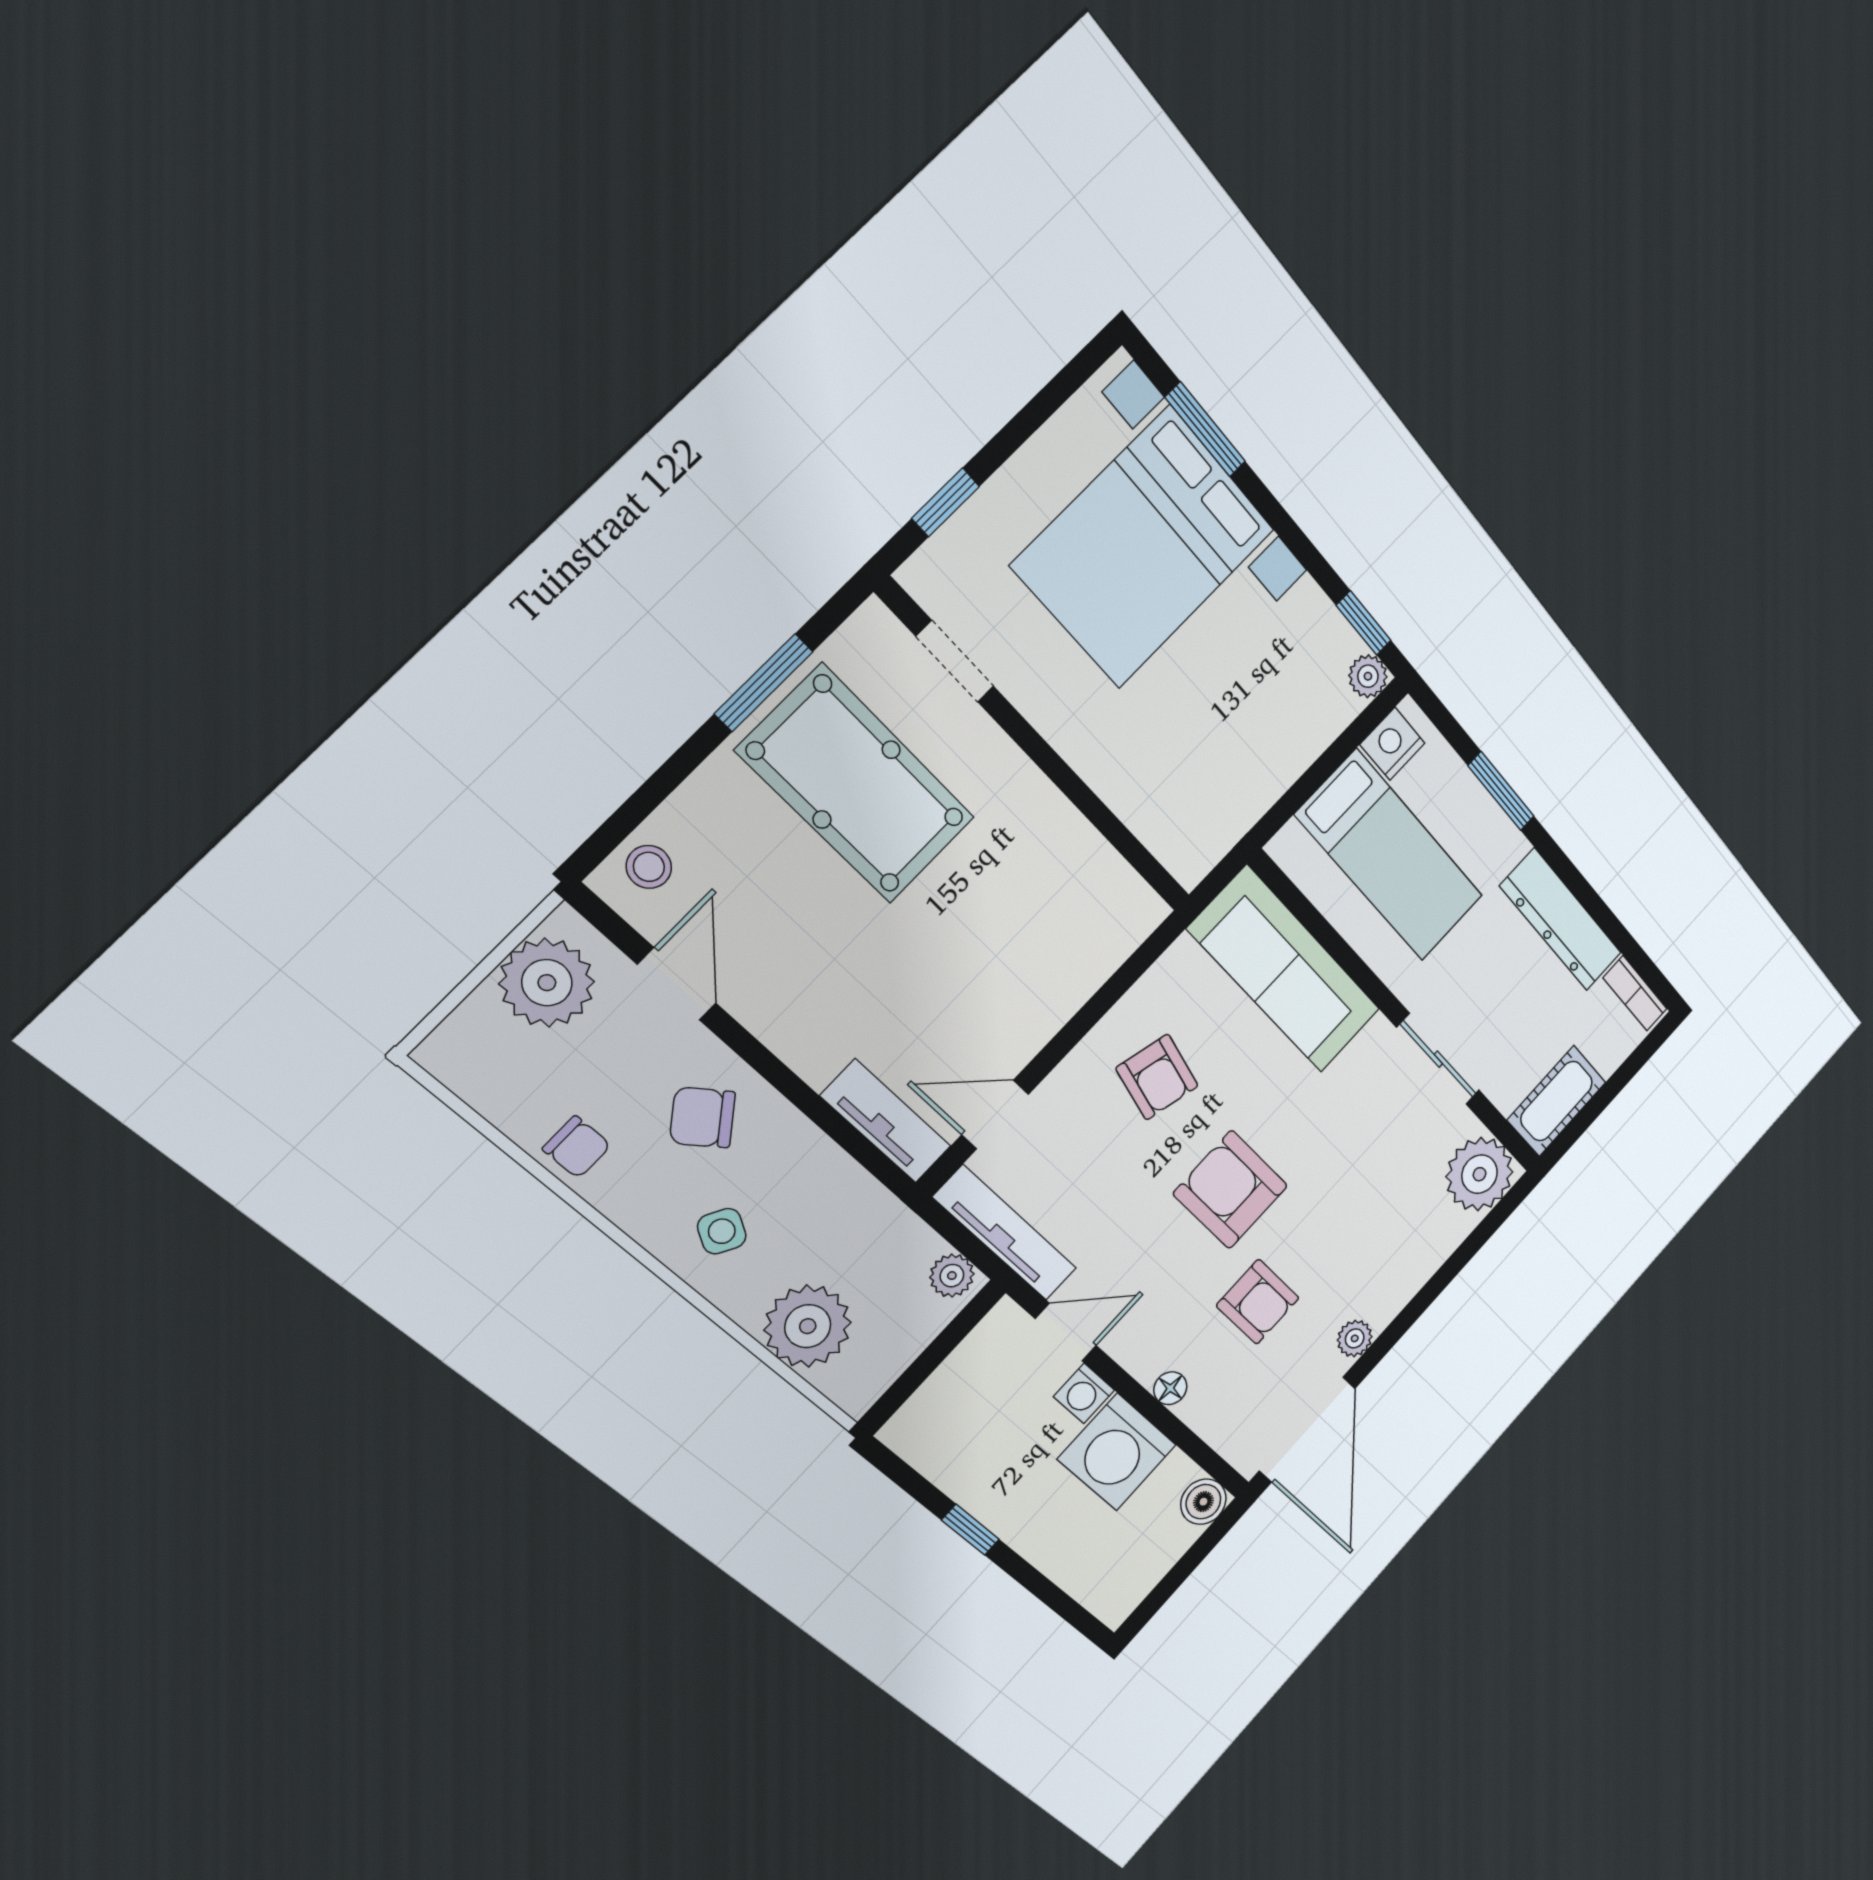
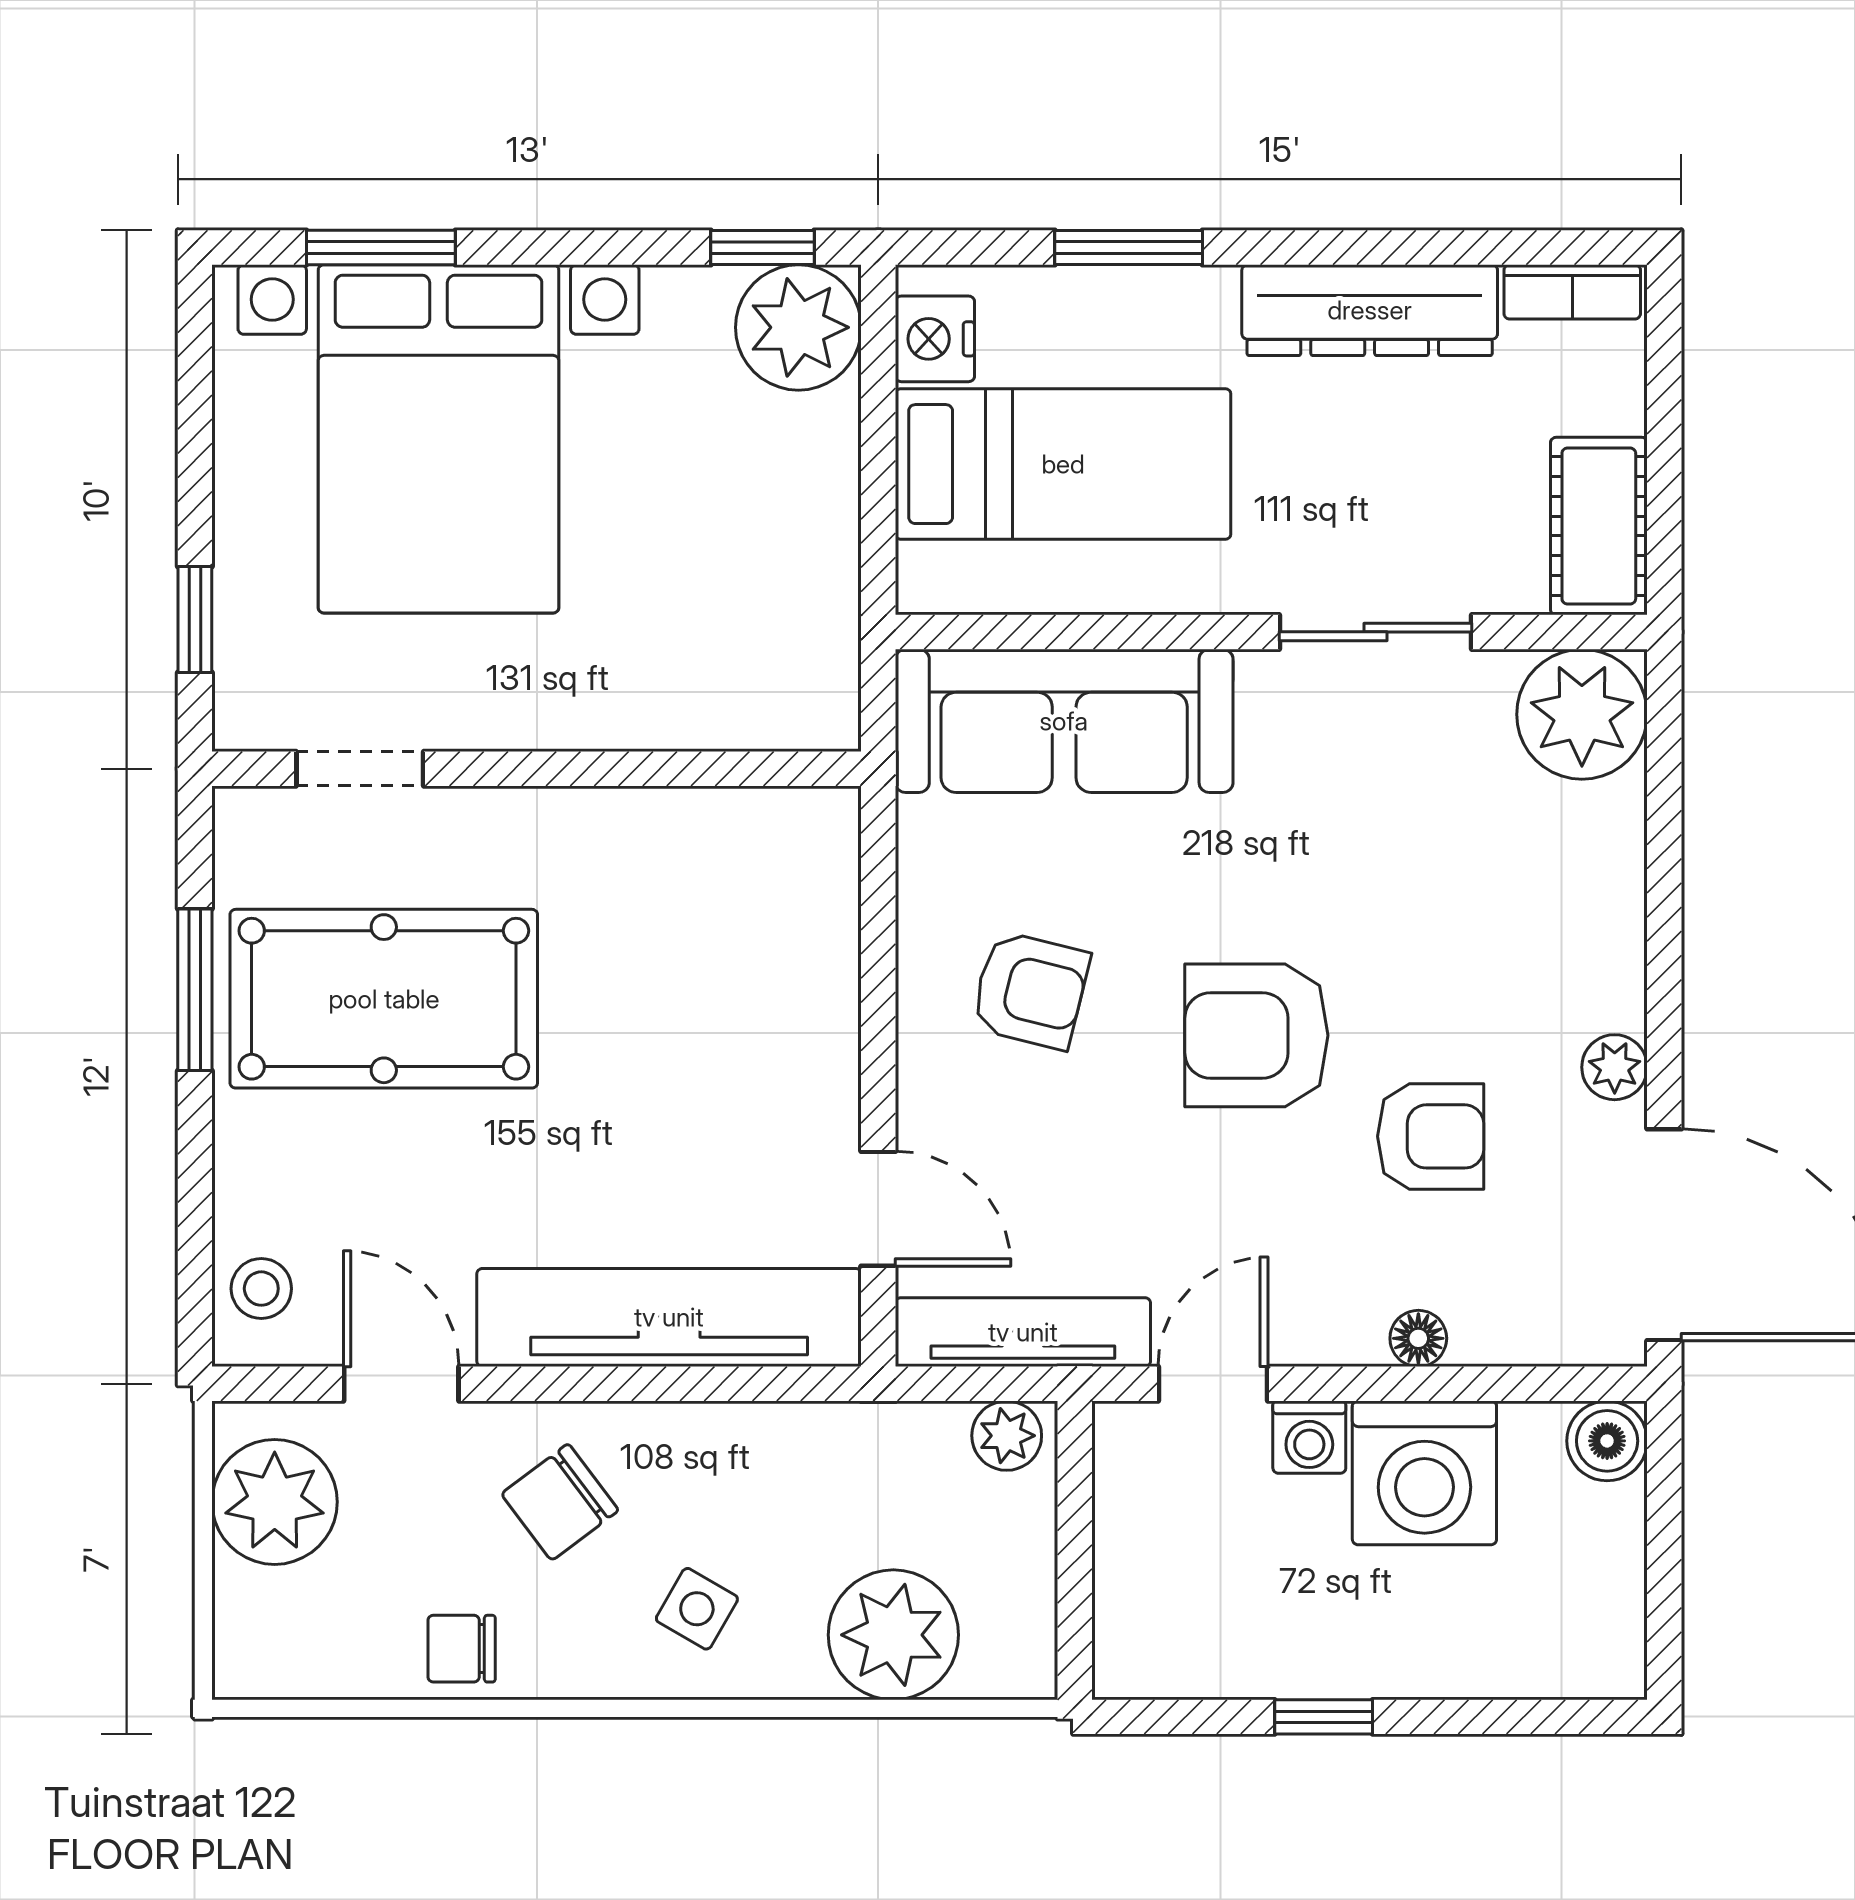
plant: (1368, 676) -> (798, 327), width x1.87, depth x1.87
door: (995, 1114) -> (878, 1209), swing flipped
tv unit: (886, 1121) -> (669, 1317), width x1.92, depth x1.29
chair: (577, 1147) -> (462, 1649), turned 180

